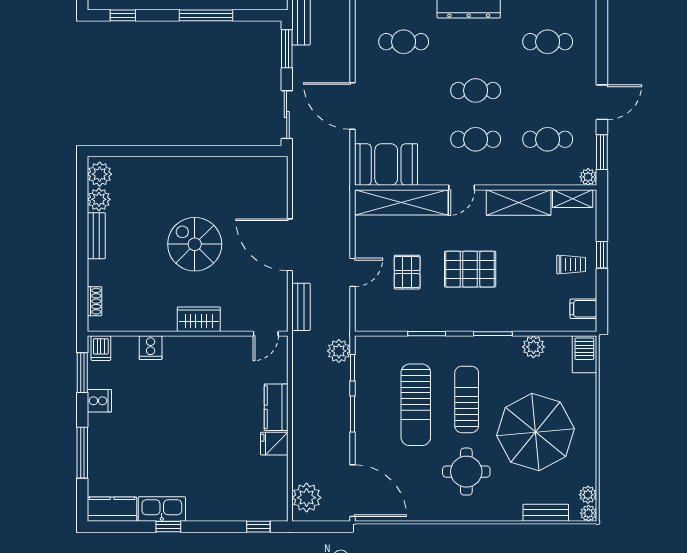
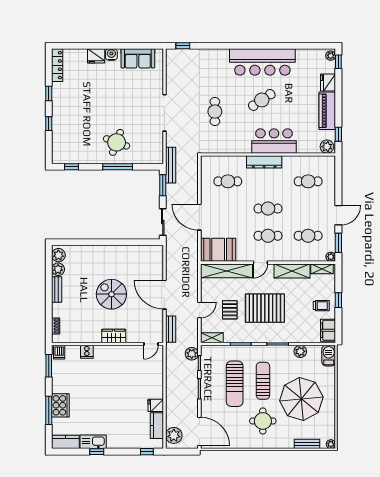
pallet: (470, 269) -> (265, 308), width x1.37, depth x1.41
filing cabinet: (583, 309) -> (328, 330), width x2.00
shelving: (375, 322) -> (212, 338), added
cooker: (99, 401) -> (60, 405), moved, width x1.87, depth x1.31
kitchen counter: (276, 407) -> (157, 426), moved
plant: (588, 495) -> (331, 434), removed

